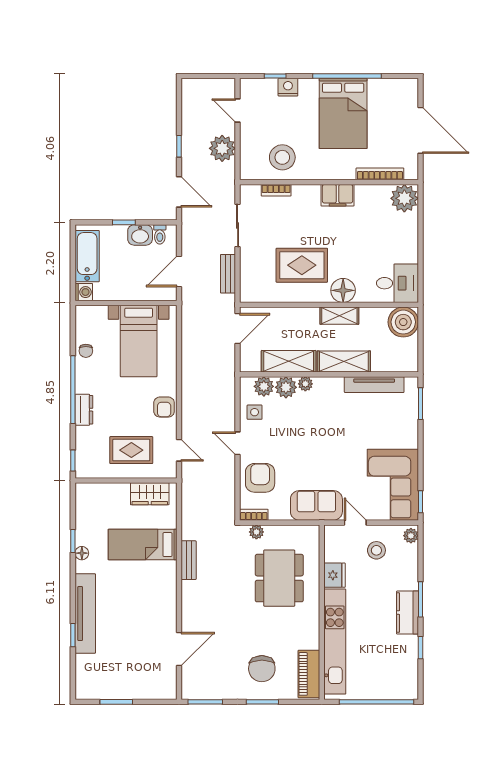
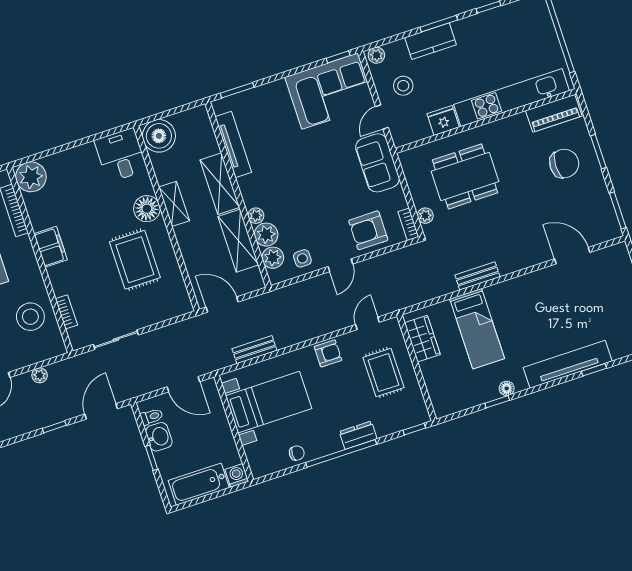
plant: (222, 148) -> (40, 375), width x0.53, depth x0.53
bench: (228, 274) -> (254, 350), moved
kitchen counter: (408, 613) -> (430, 41), moved

